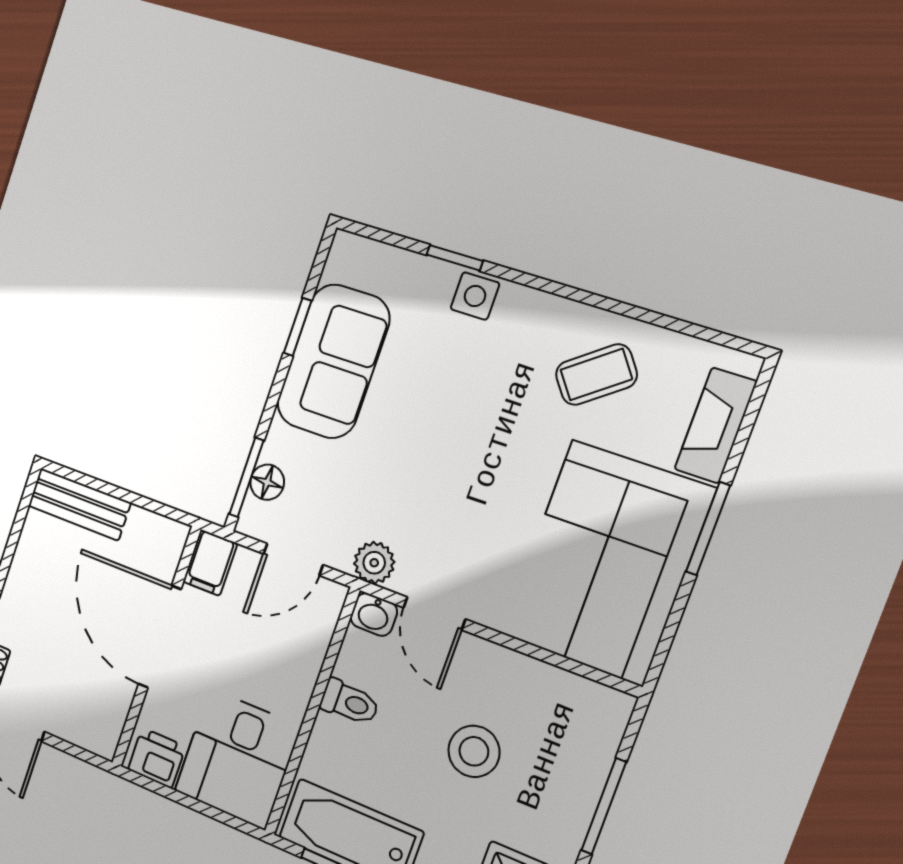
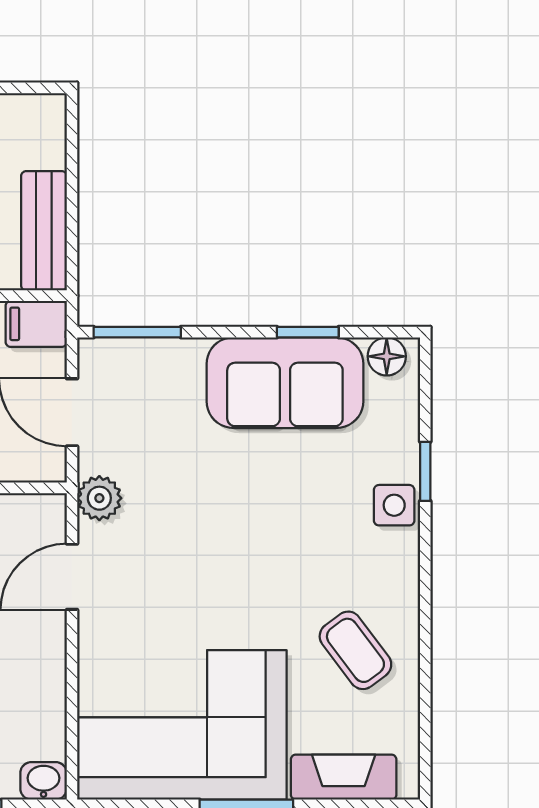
floor lamp: (267, 482) -> (387, 356), moved
bench: (79, 504) -> (44, 231), moved
washbasin: (374, 615) -> (44, 781), moved, turned 90

